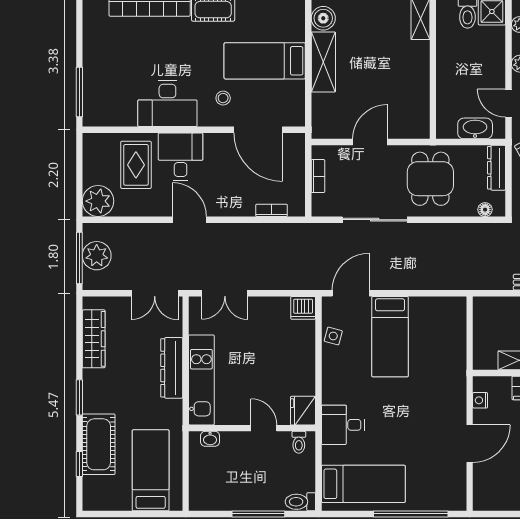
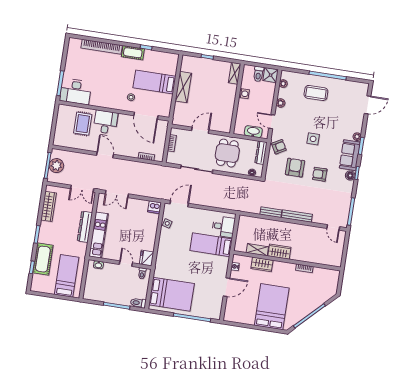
boiler: (323, 18) -> (187, 65), removed
washing machine: (445, 56) -> (244, 94), added
desk: (167, 104) -> (76, 91), moved
plant: (98, 201) -> (61, 139), removed
bed: (390, 337) -> (211, 245), moved, turned 90
desk: (343, 425) -> (224, 227), moved, turned 180
bed: (363, 484) -> (171, 294), width x1.50

